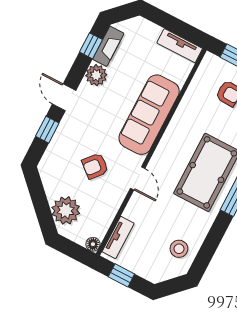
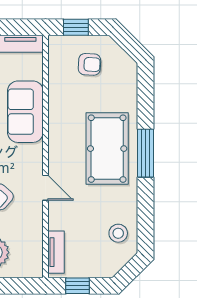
sofa: (149, 115) -> (25, 112), width x0.73
floor lamp: (93, 244) -> (36, 271), removed

